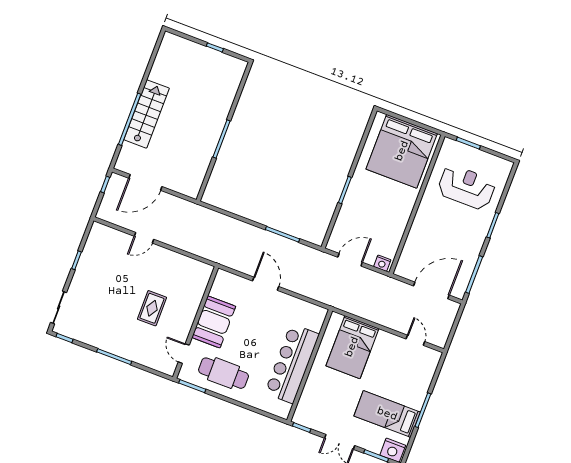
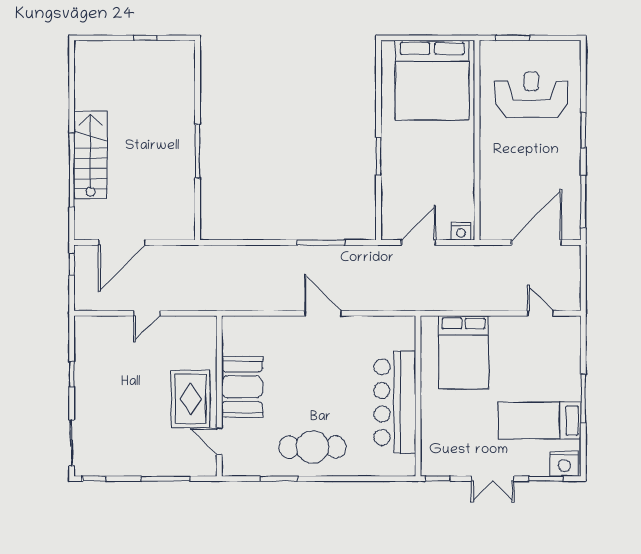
rug: (152, 308) -> (191, 399), width x1.36, depth x1.43
wall: (196, 322) -> (219, 396), moved
booth: (214, 322) -> (242, 387), moved
door: (184, 354) -> (219, 441), moved

